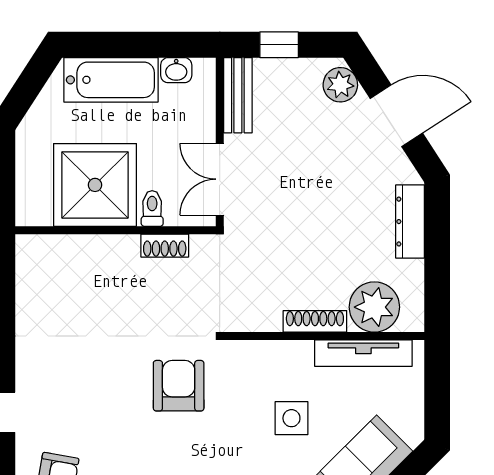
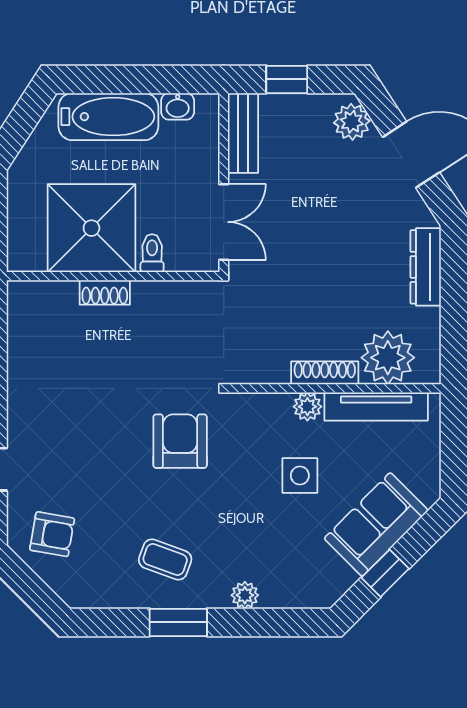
double door: (220, 179) -> (224, 222), swing flipped
shoe rack: (165, 246) -> (105, 292), moved
plant: (299, 353) -> (307, 407), added

